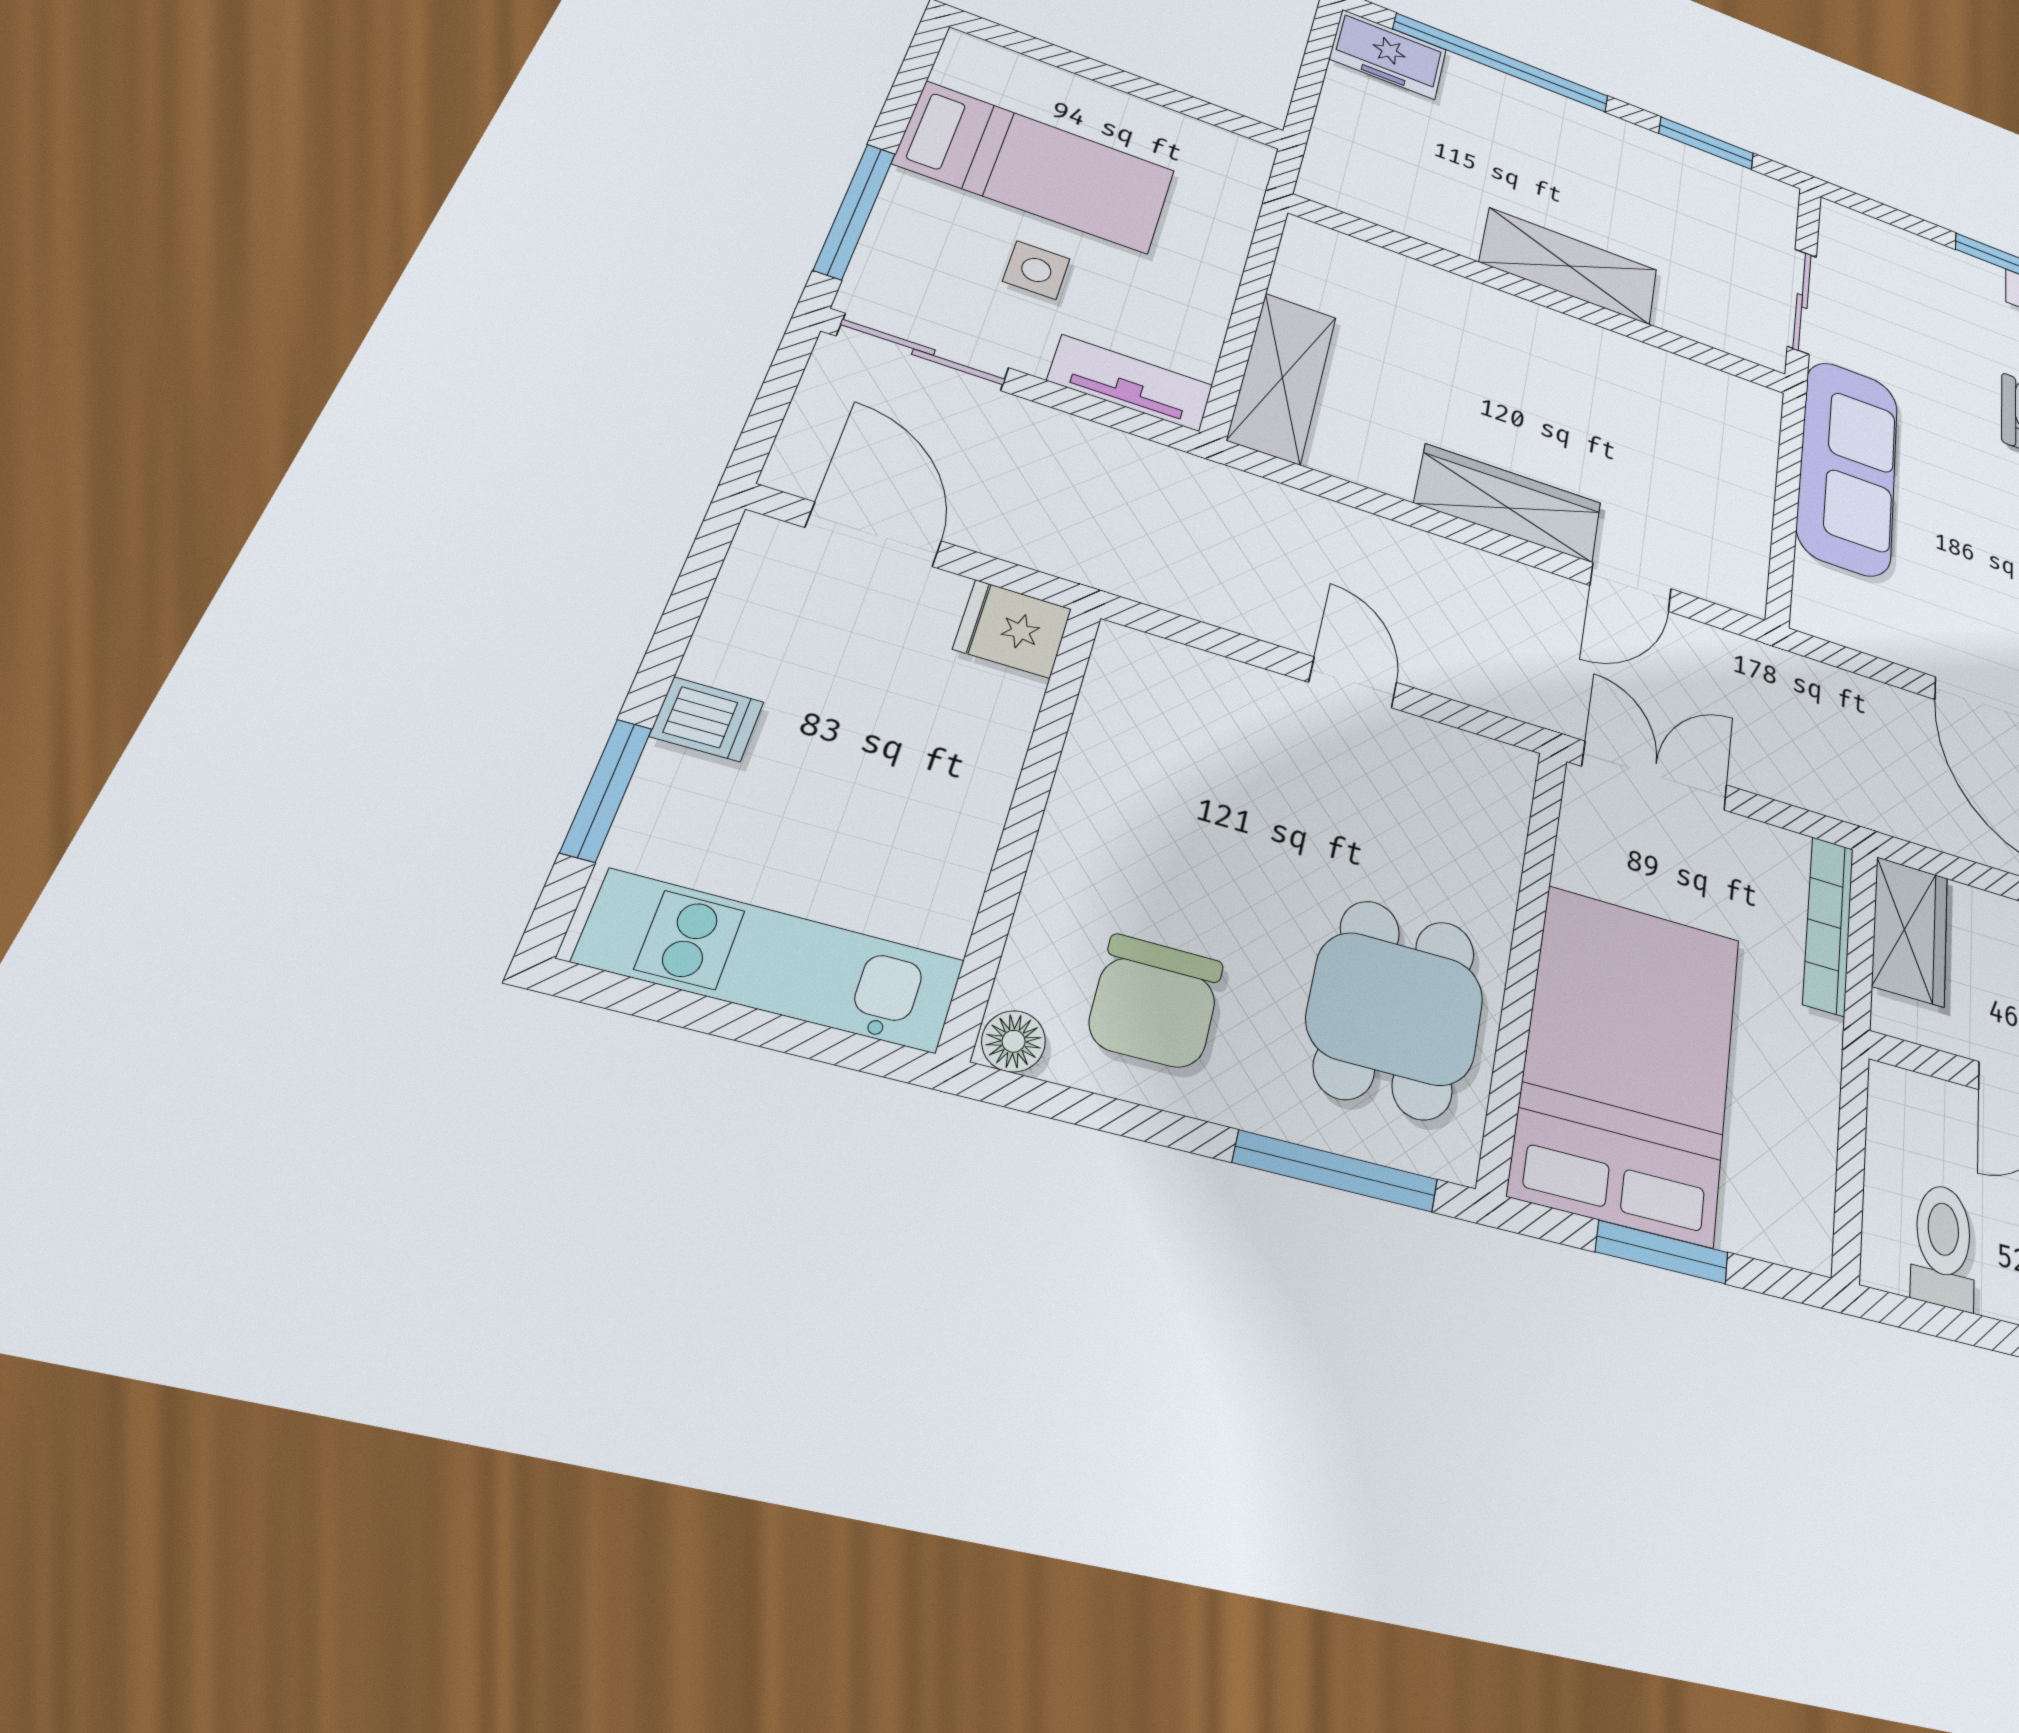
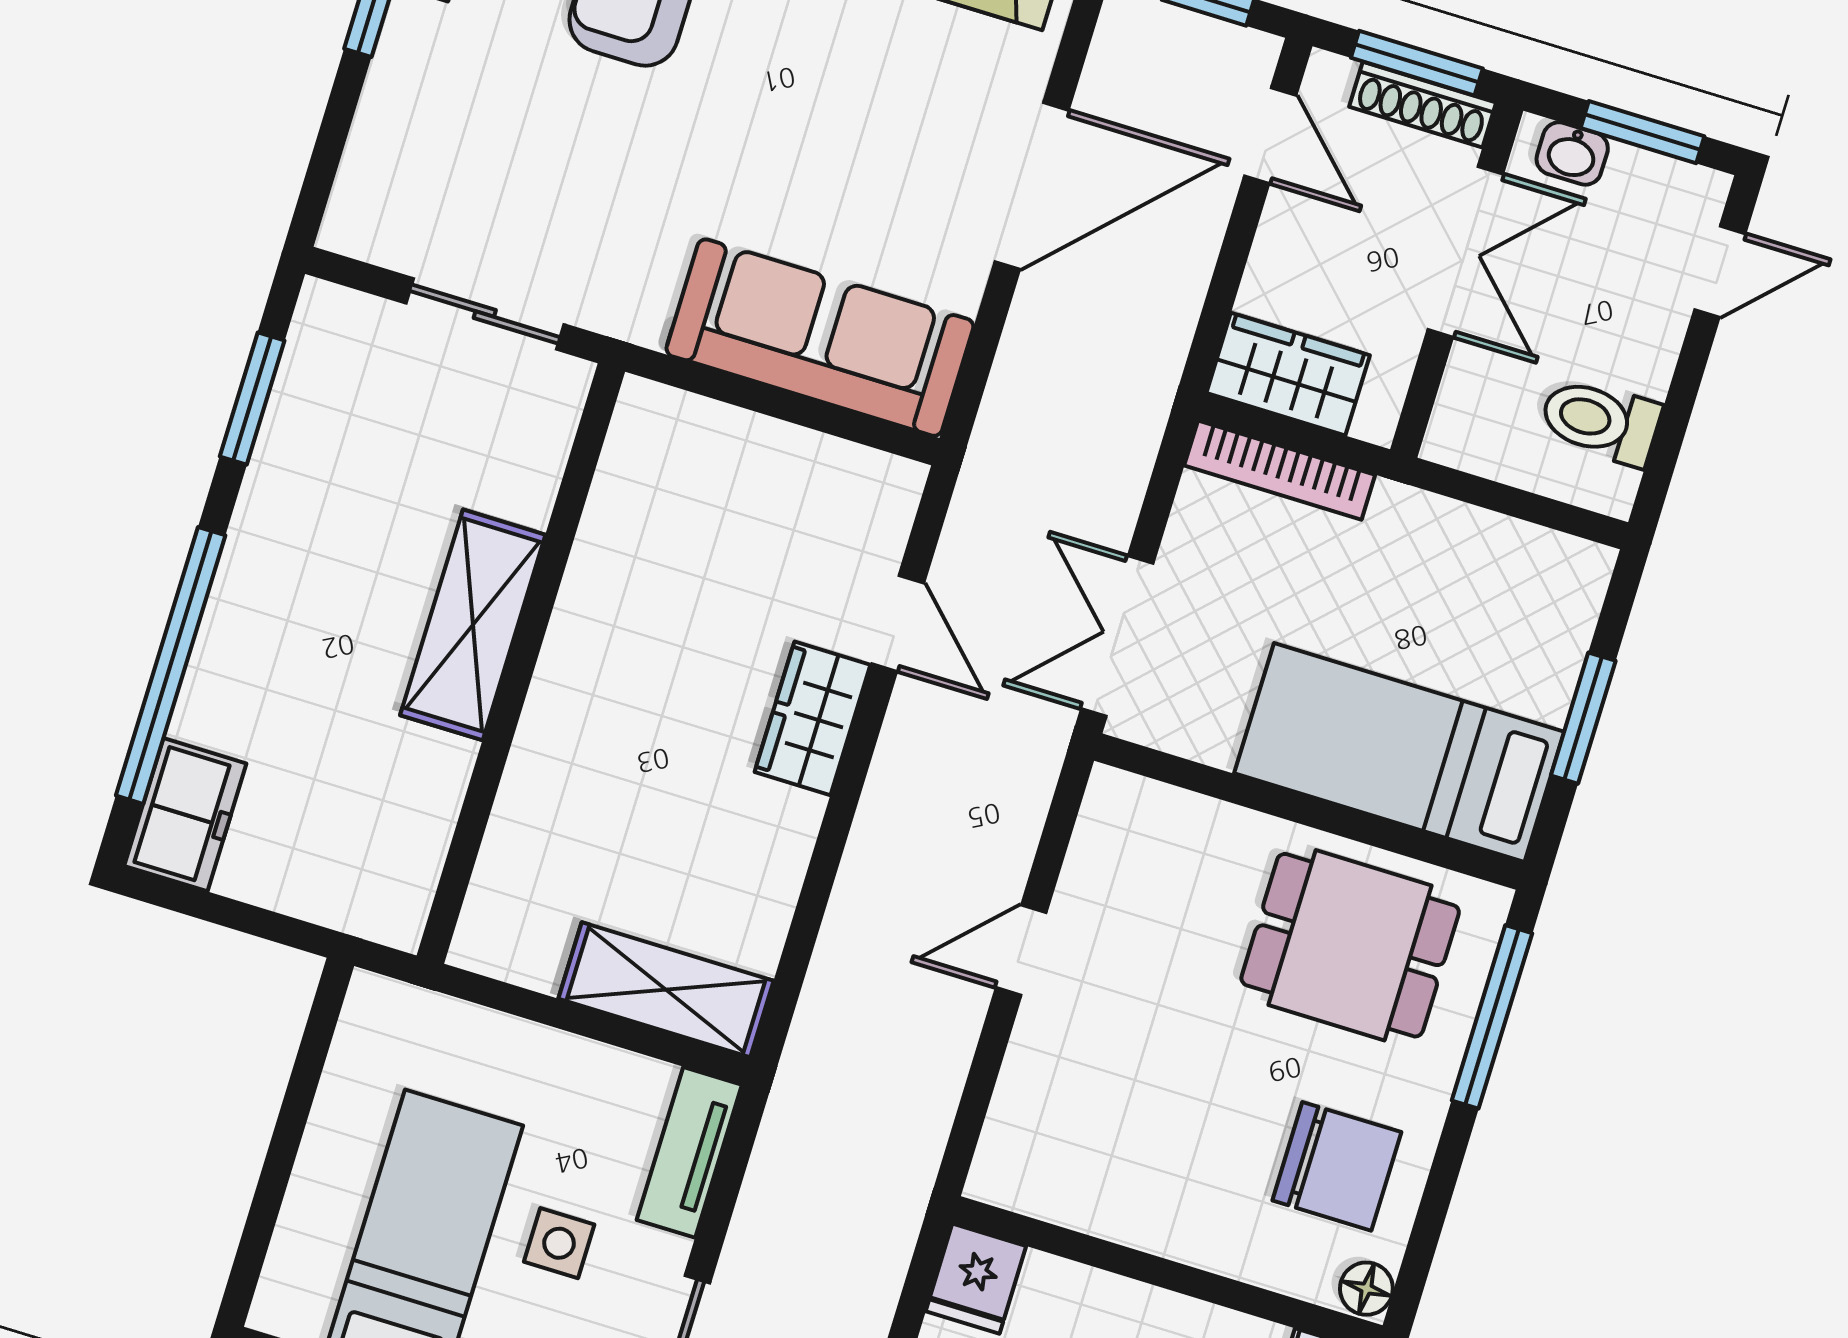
sofa: (1848, 467) -> (820, 338), moved
wardrobe: (1509, 503) -> (812, 718), width x0.67
bed: (1629, 1062) -> (1399, 752), width x0.67

